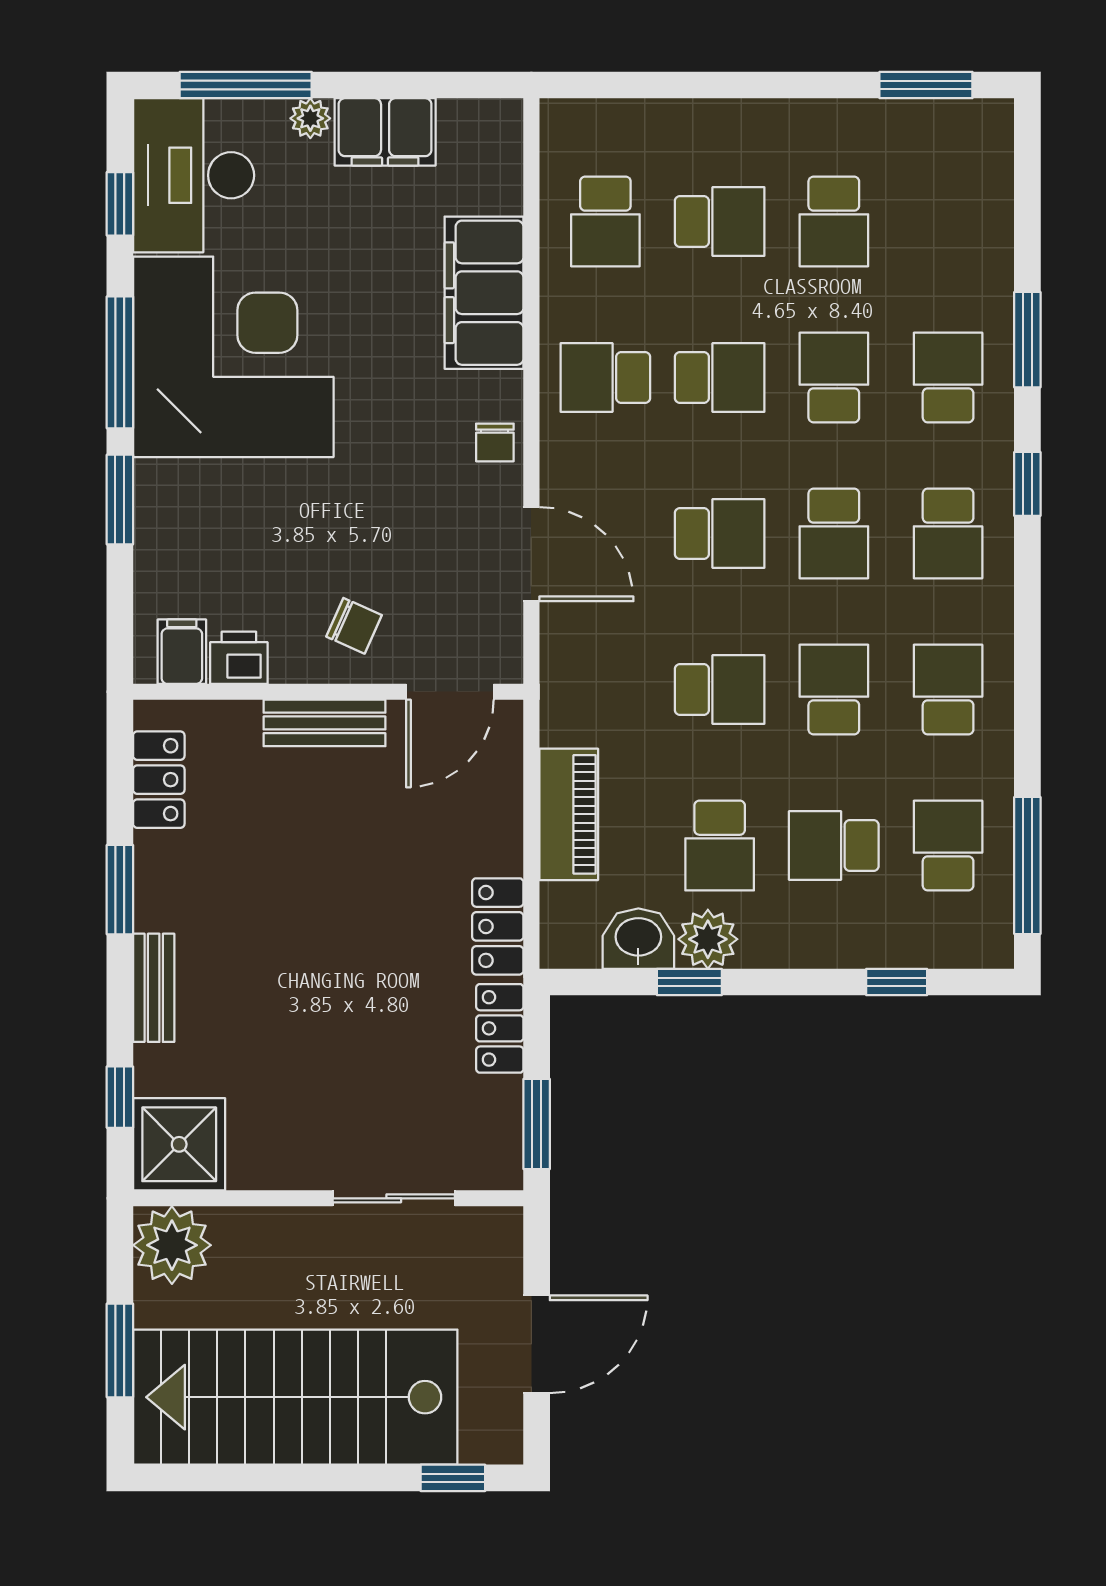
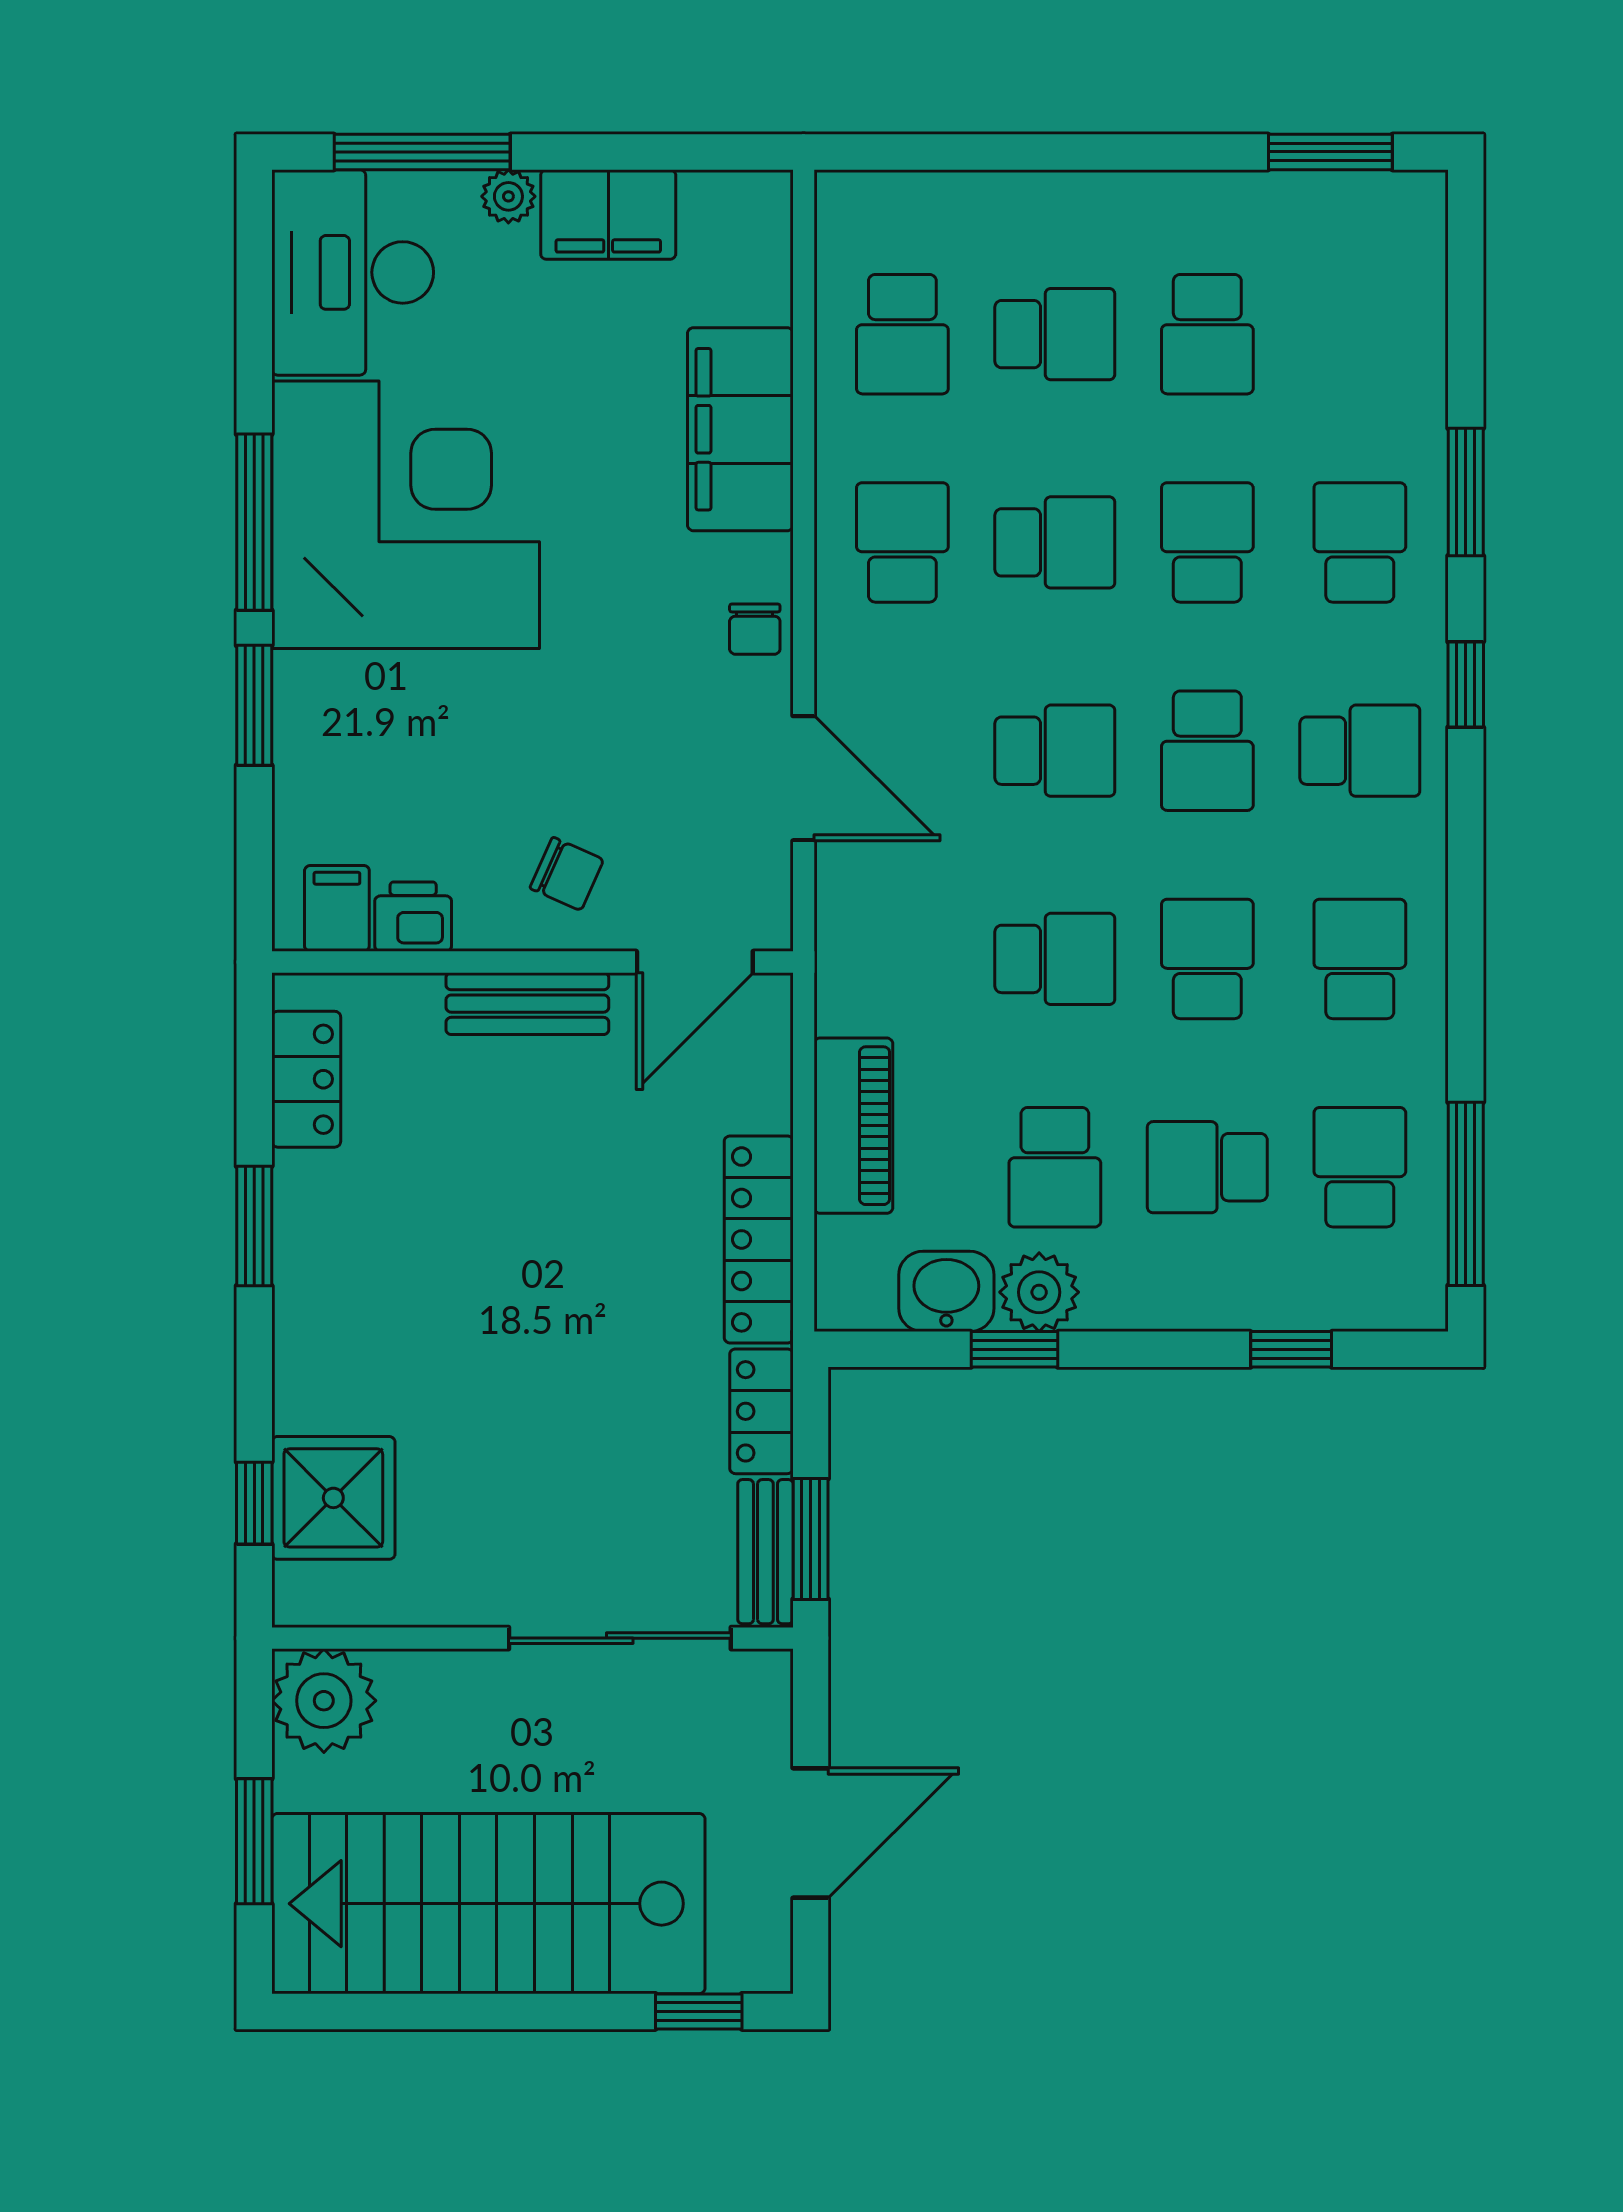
window: (120, 204) -> (254, 311), removed
school desk: (605, 377) -> (902, 542), turned 90
school desk: (948, 534) -> (1360, 751), turned -90
locker: (498, 926) -> (759, 1239), width x1.53
bench: (154, 988) -> (765, 1552), moved
shower: (179, 1144) -> (333, 1498), moved
sliding door: (394, 1198) -> (620, 1638), width x1.37

